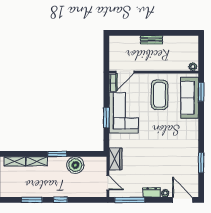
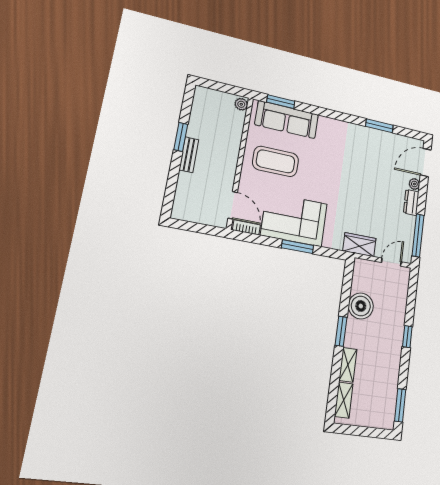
window: (162, 33) -> (181, 137), added
window: (32, 200) -> (400, 405), moved

